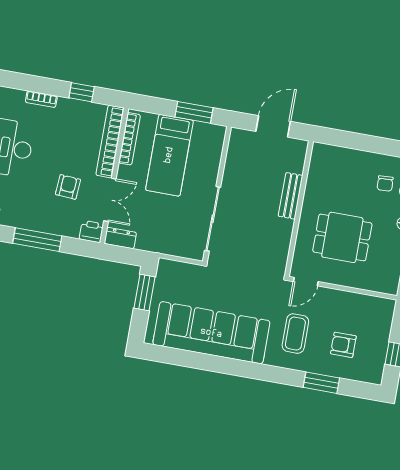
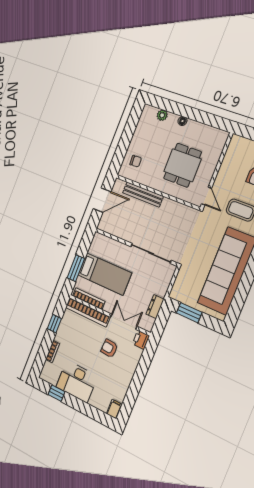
window: (194, 112) -> (76, 268), moved
door: (273, 126) -> (102, 200), swing flipped
chair: (385, 183) -> (136, 161), moved
bench: (291, 196) -> (143, 194), width x1.36
dresser: (120, 238) -> (155, 307), moved
window: (37, 240) -> (138, 379), removed

